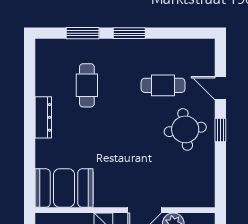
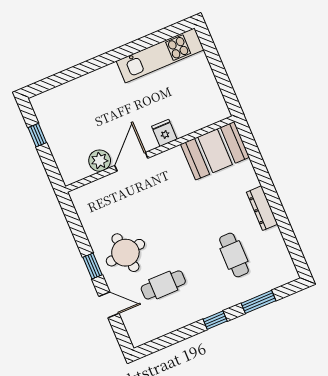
window: (129, 33) -> (215, 320), width x0.67

